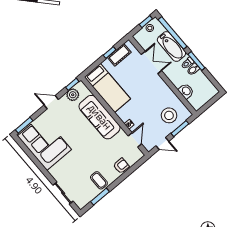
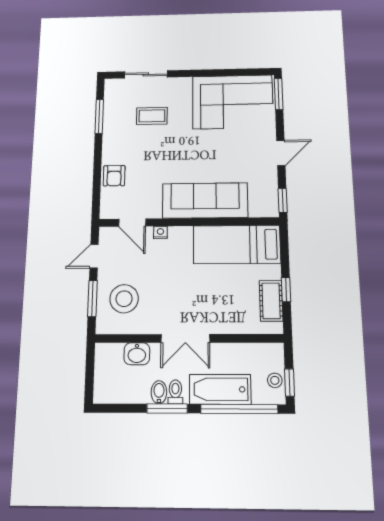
double door: (151, 63) -> (185, 338), moved
plant: (73, 95) -> (267, 189), removed
coffee table: (99, 180) -> (152, 116), moved

